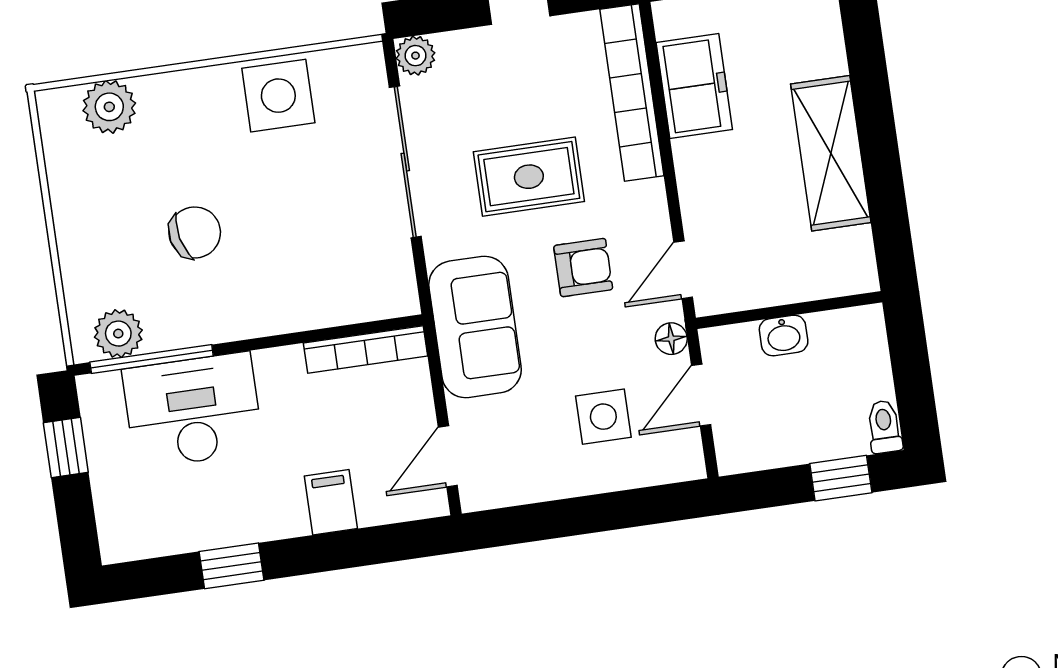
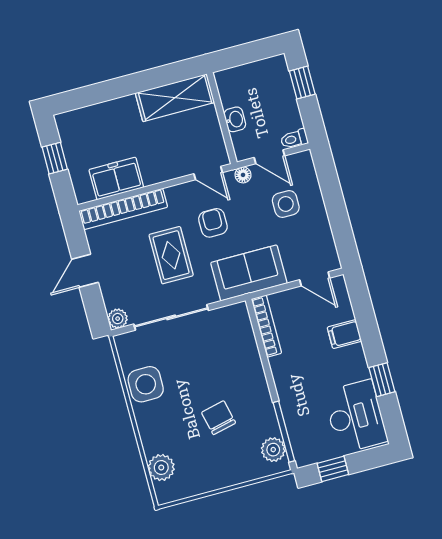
shelving: (831, 153) -> (175, 98), moved
desk: (193, 410) -> (355, 416), moved, turned 180
toilet: (884, 427) -> (294, 139), moved

